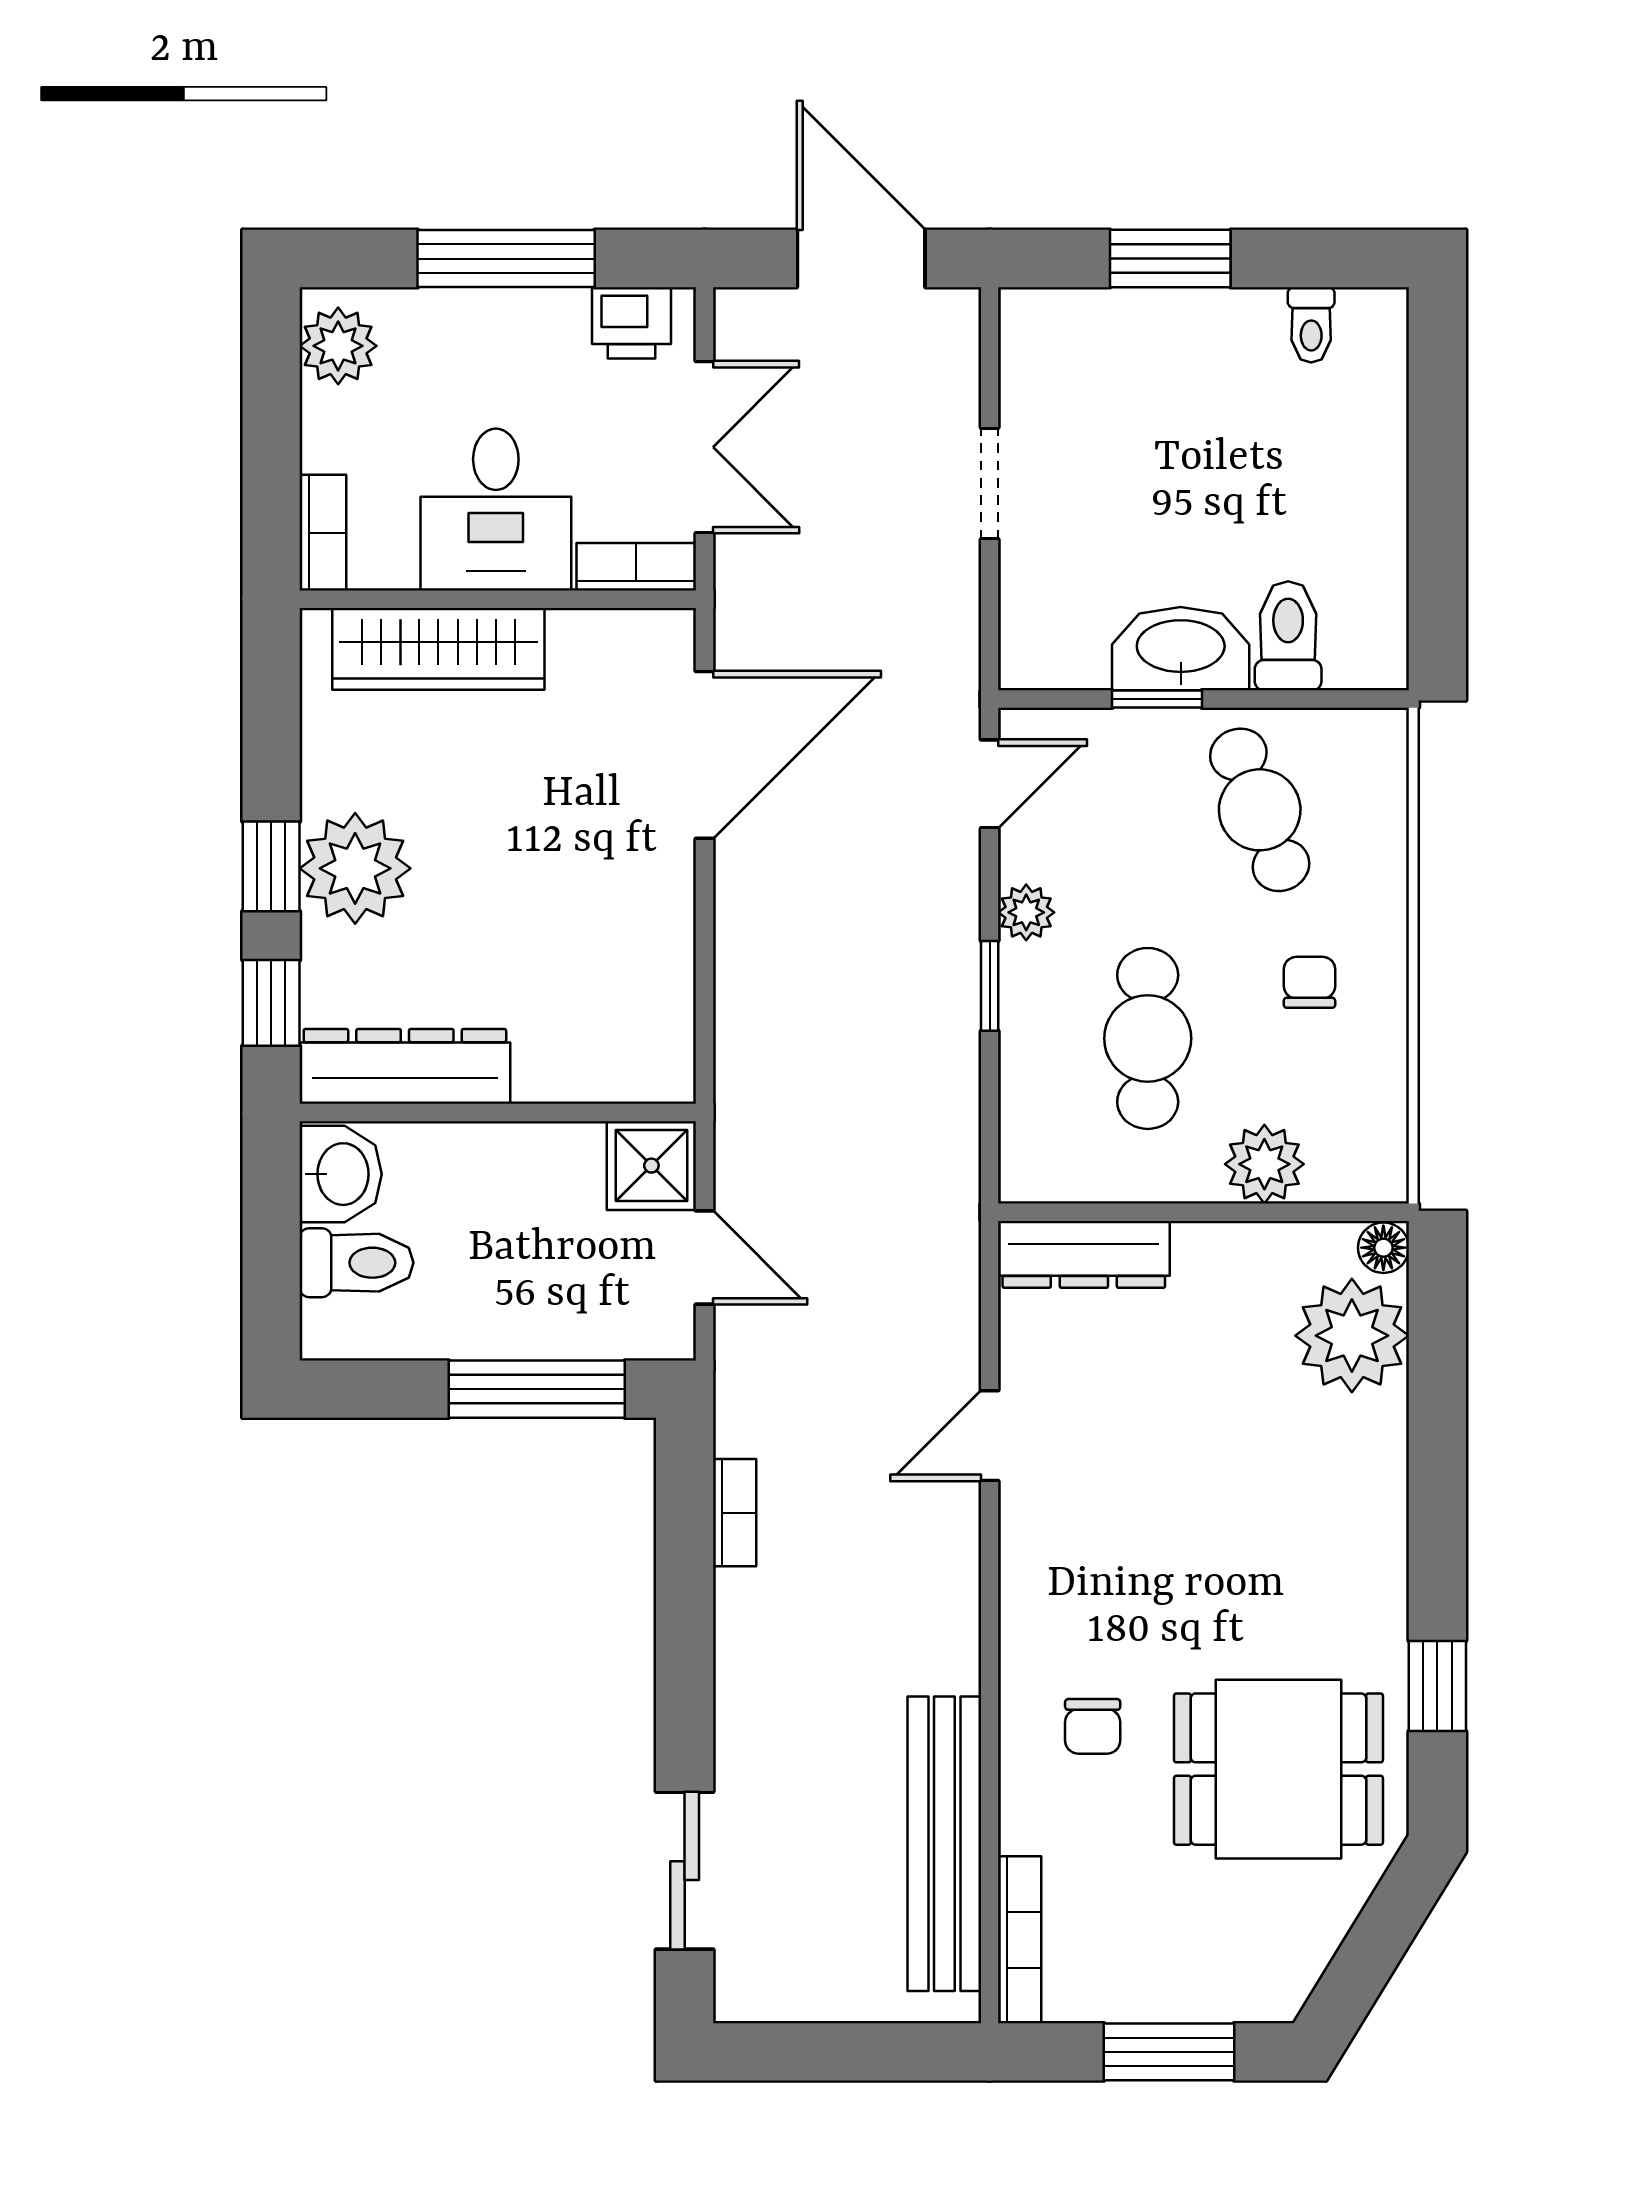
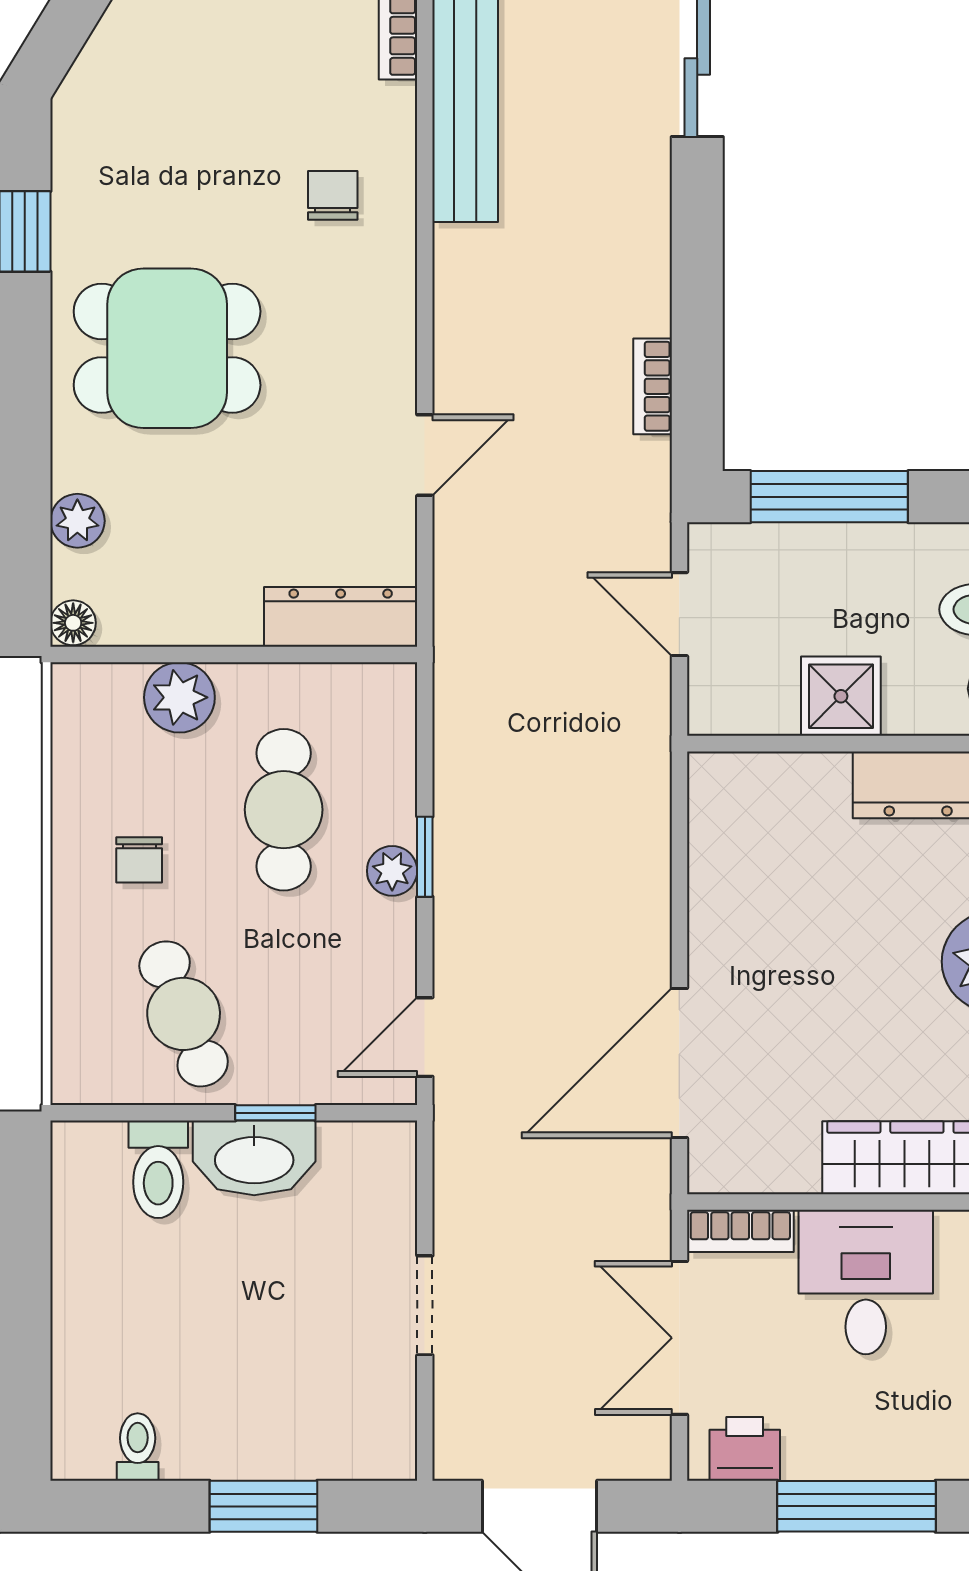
plant: (1026, 912) -> (392, 871), moved
shower: (651, 1166) -> (841, 696), moved
plant: (1352, 1336) -> (77, 521), width x0.53, depth x0.53
dining table: (1278, 1769) -> (167, 348), moved

